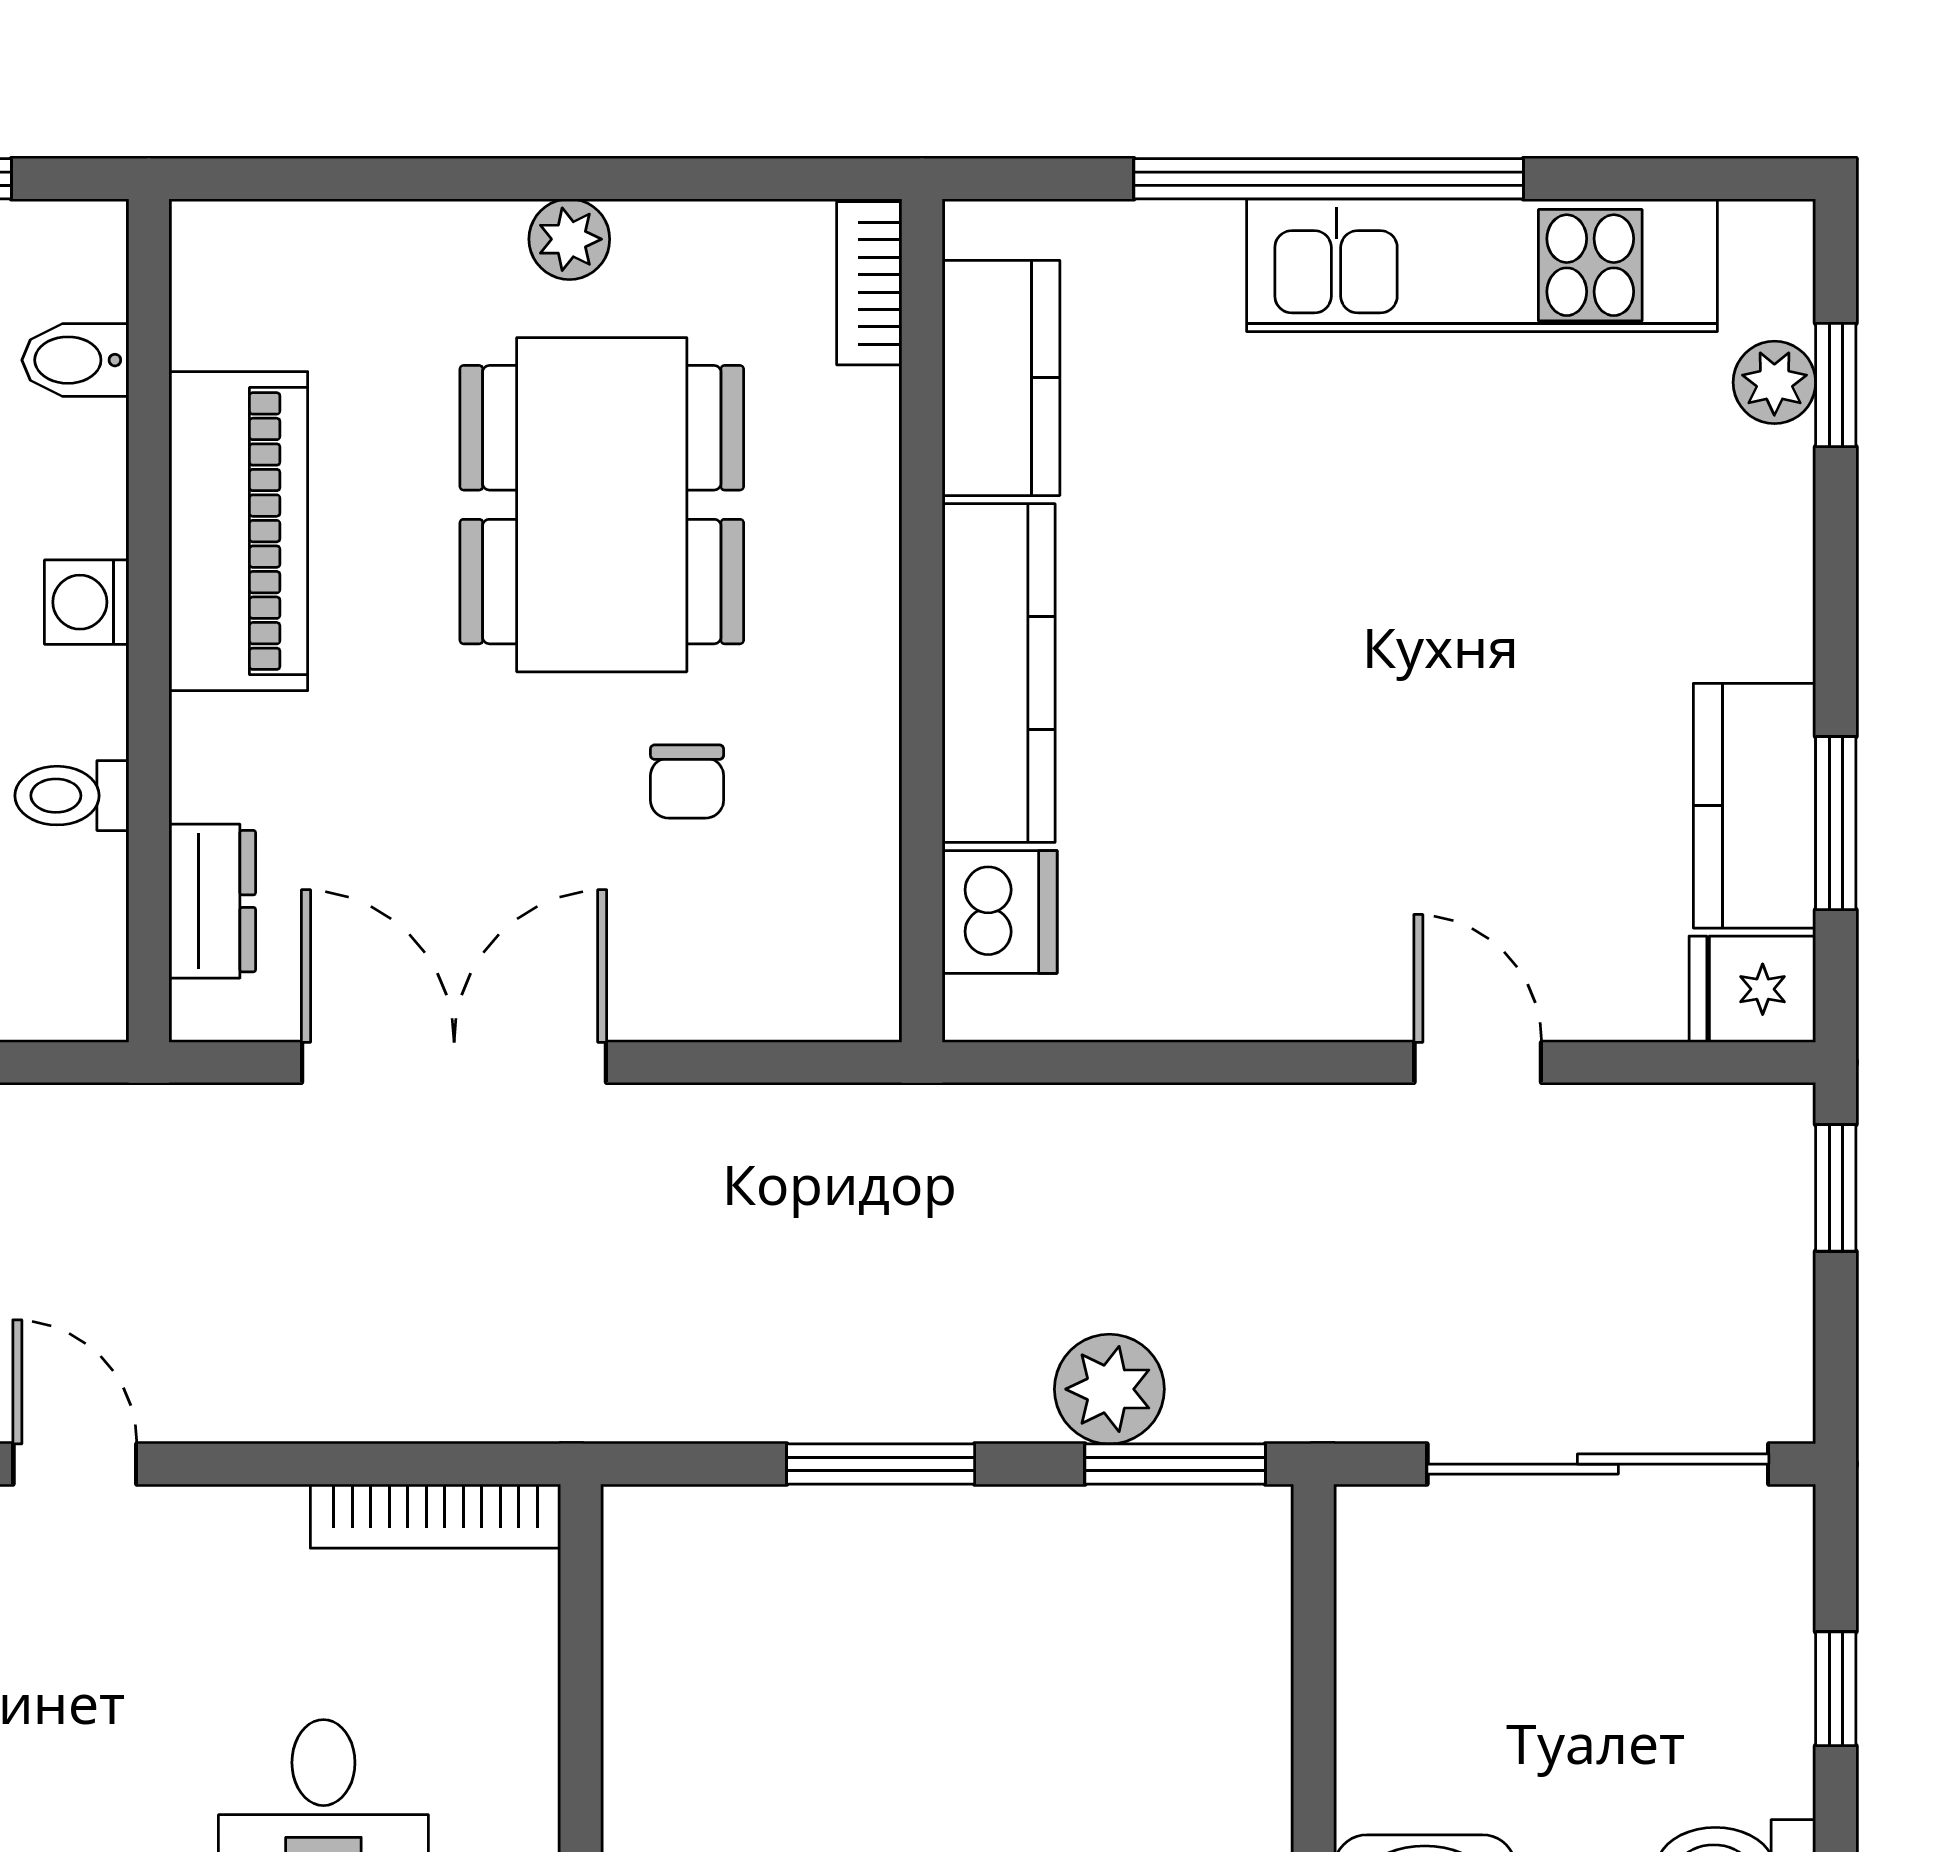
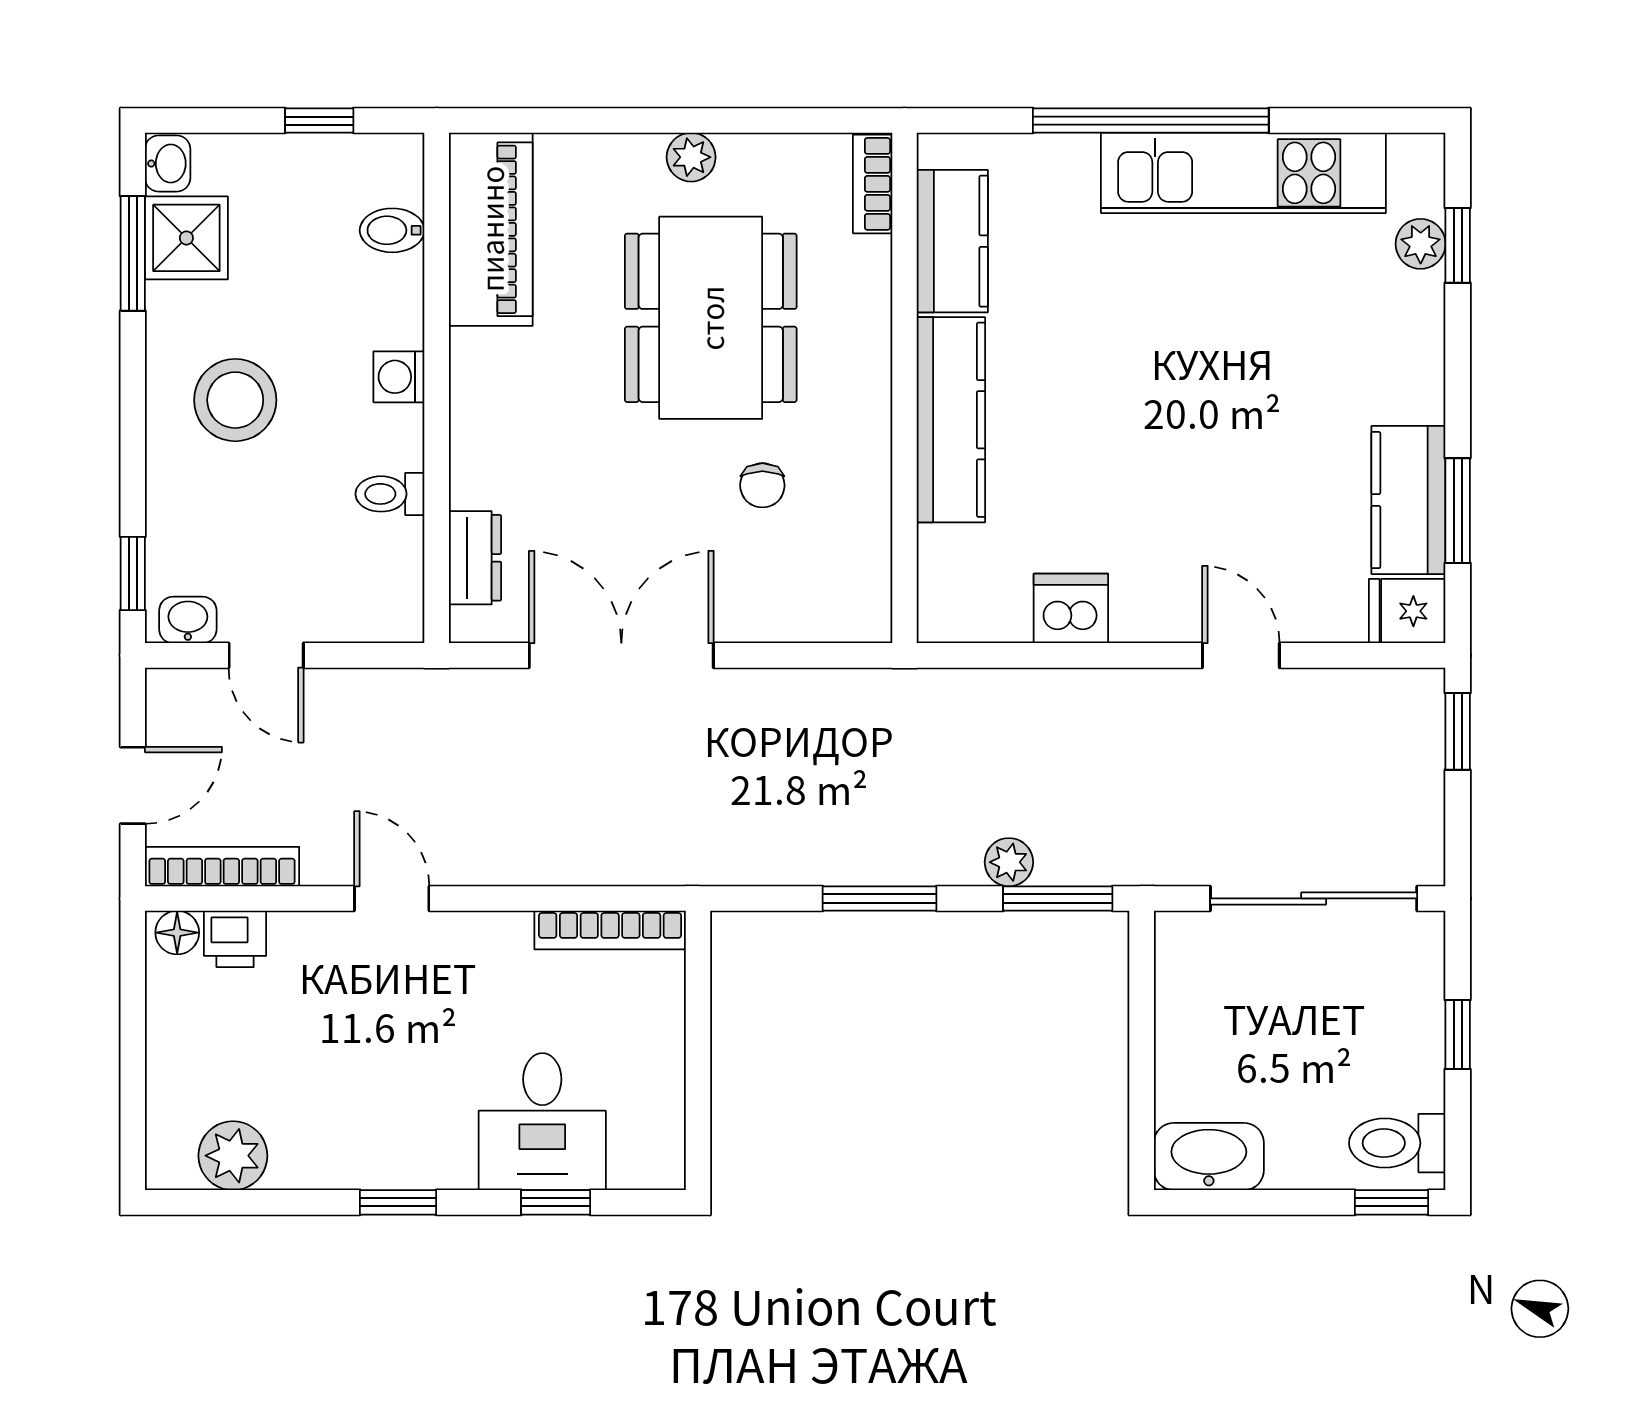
piano: (238, 531) -> (491, 229), moved
dishwasher: (1000, 912) -> (1071, 608), moved, turned -90
plant: (1109, 1389) -> (1009, 862), width x0.73, depth x0.73

